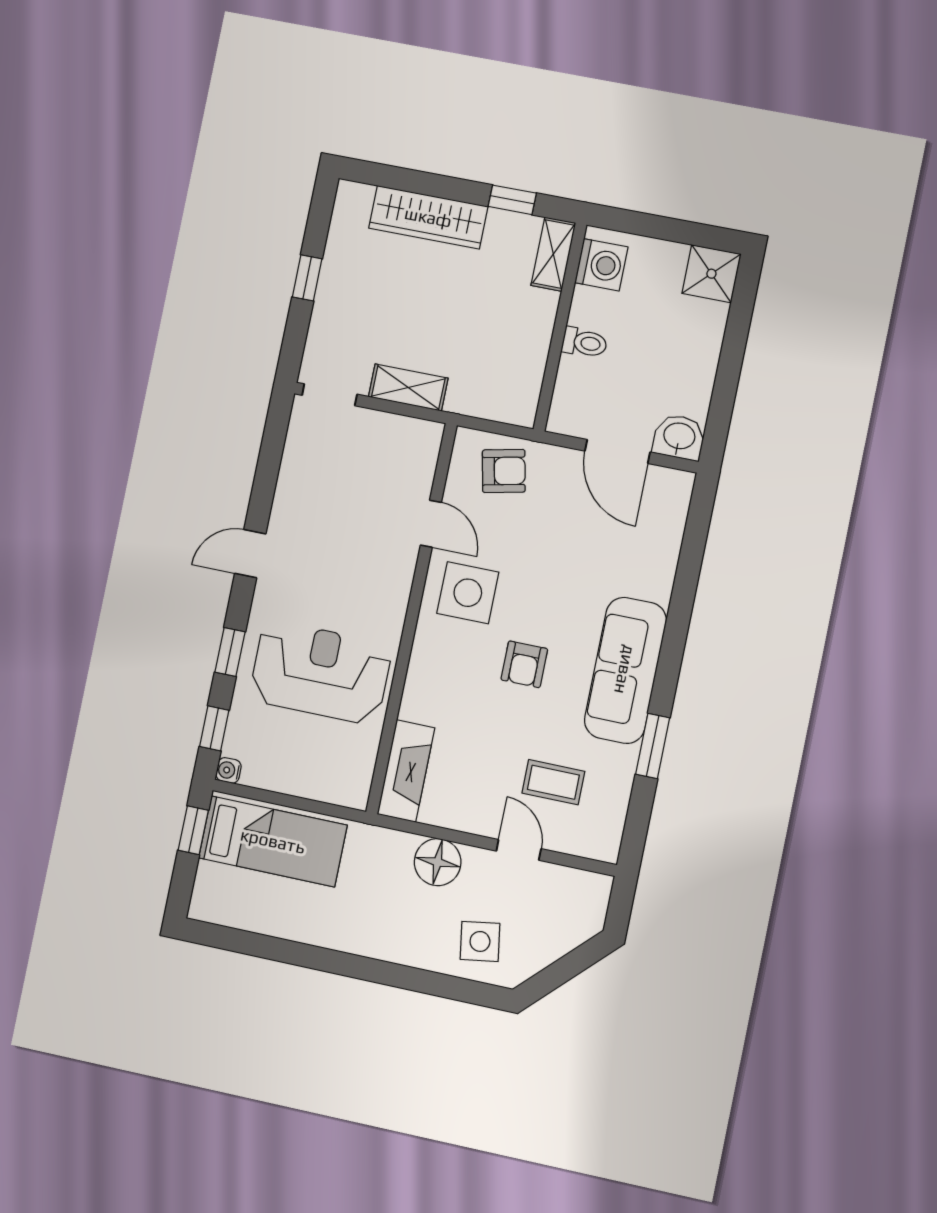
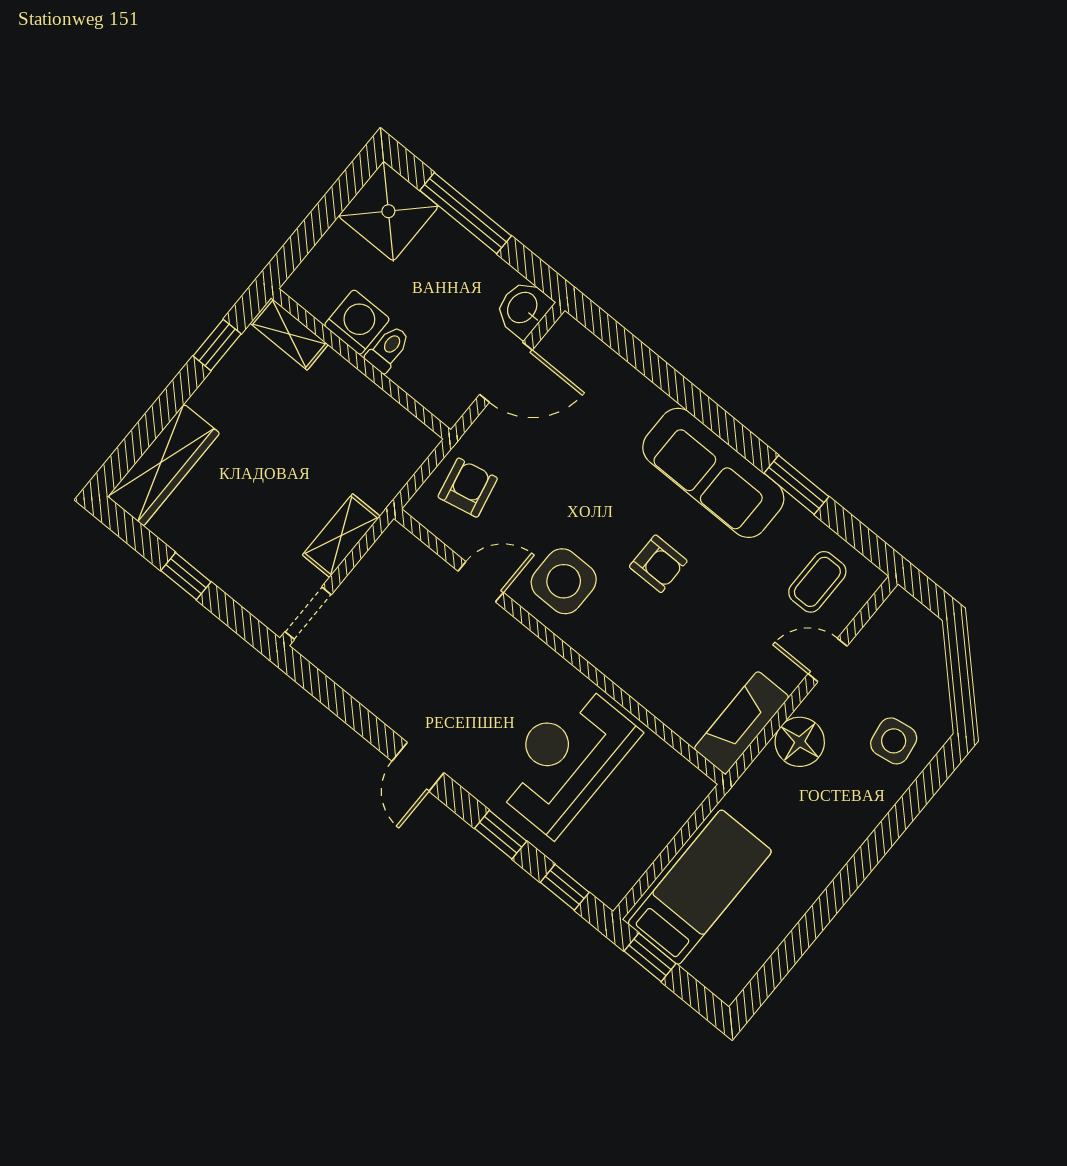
wardrobe: (428, 217) -> (164, 465), moved
washing machine: (601, 265) -> (357, 322), moved
shower: (711, 274) -> (388, 211), width x1.36, depth x1.36
window: (734, 346) -> (466, 213), added
water cooler: (229, 770) -> (611, 894), removed
fireplace: (406, 771) -> (742, 723), moved, turned -90
coffee table: (553, 782) -> (817, 582), moved

